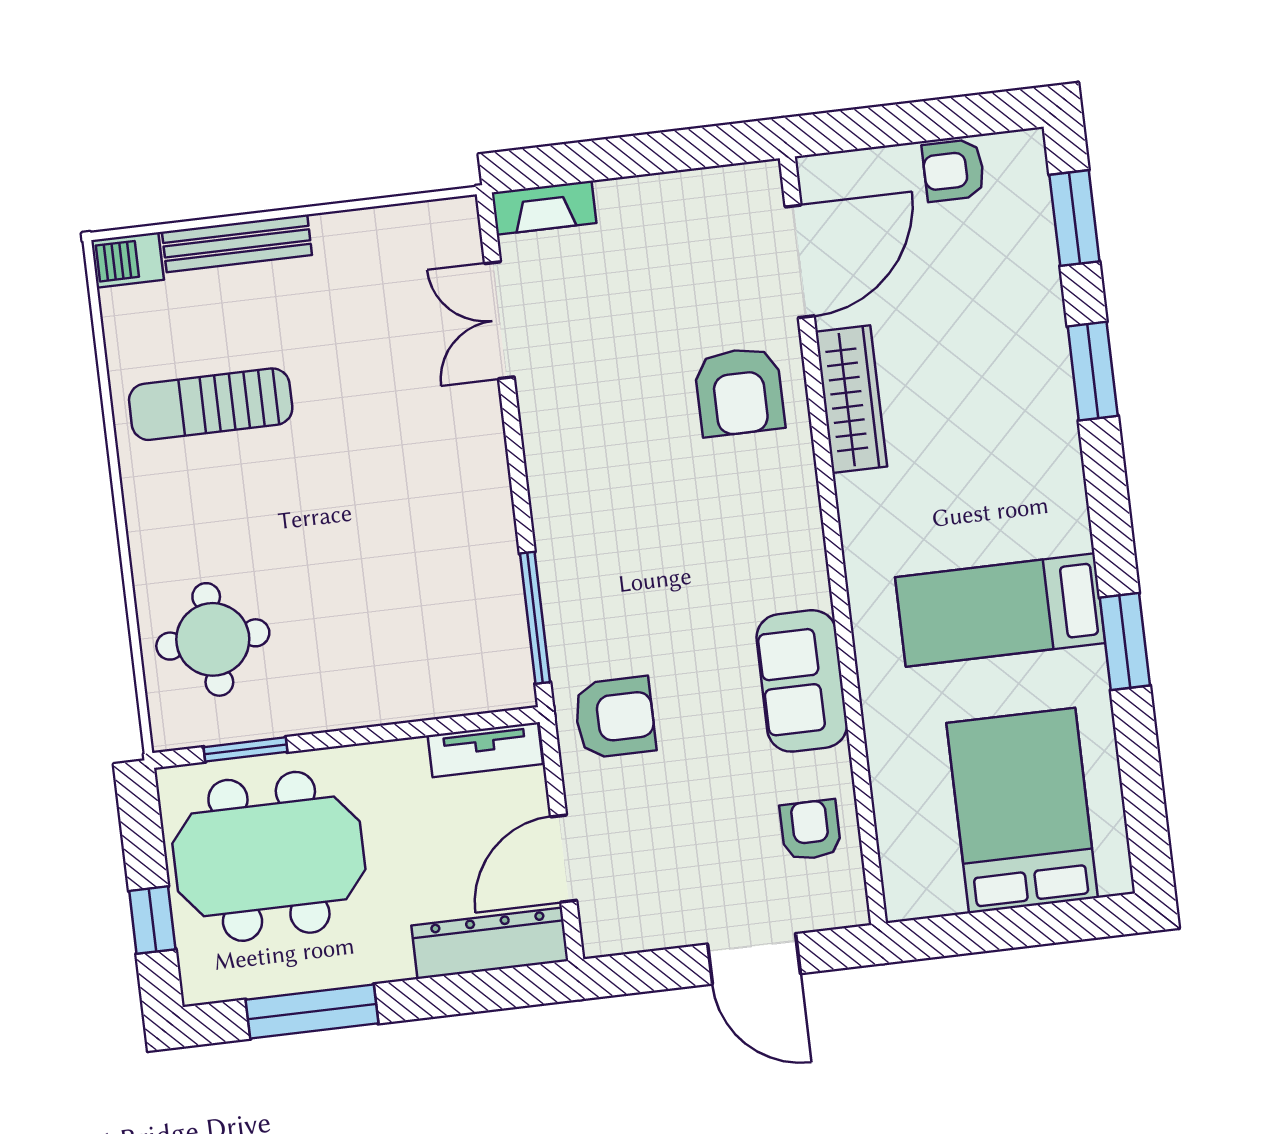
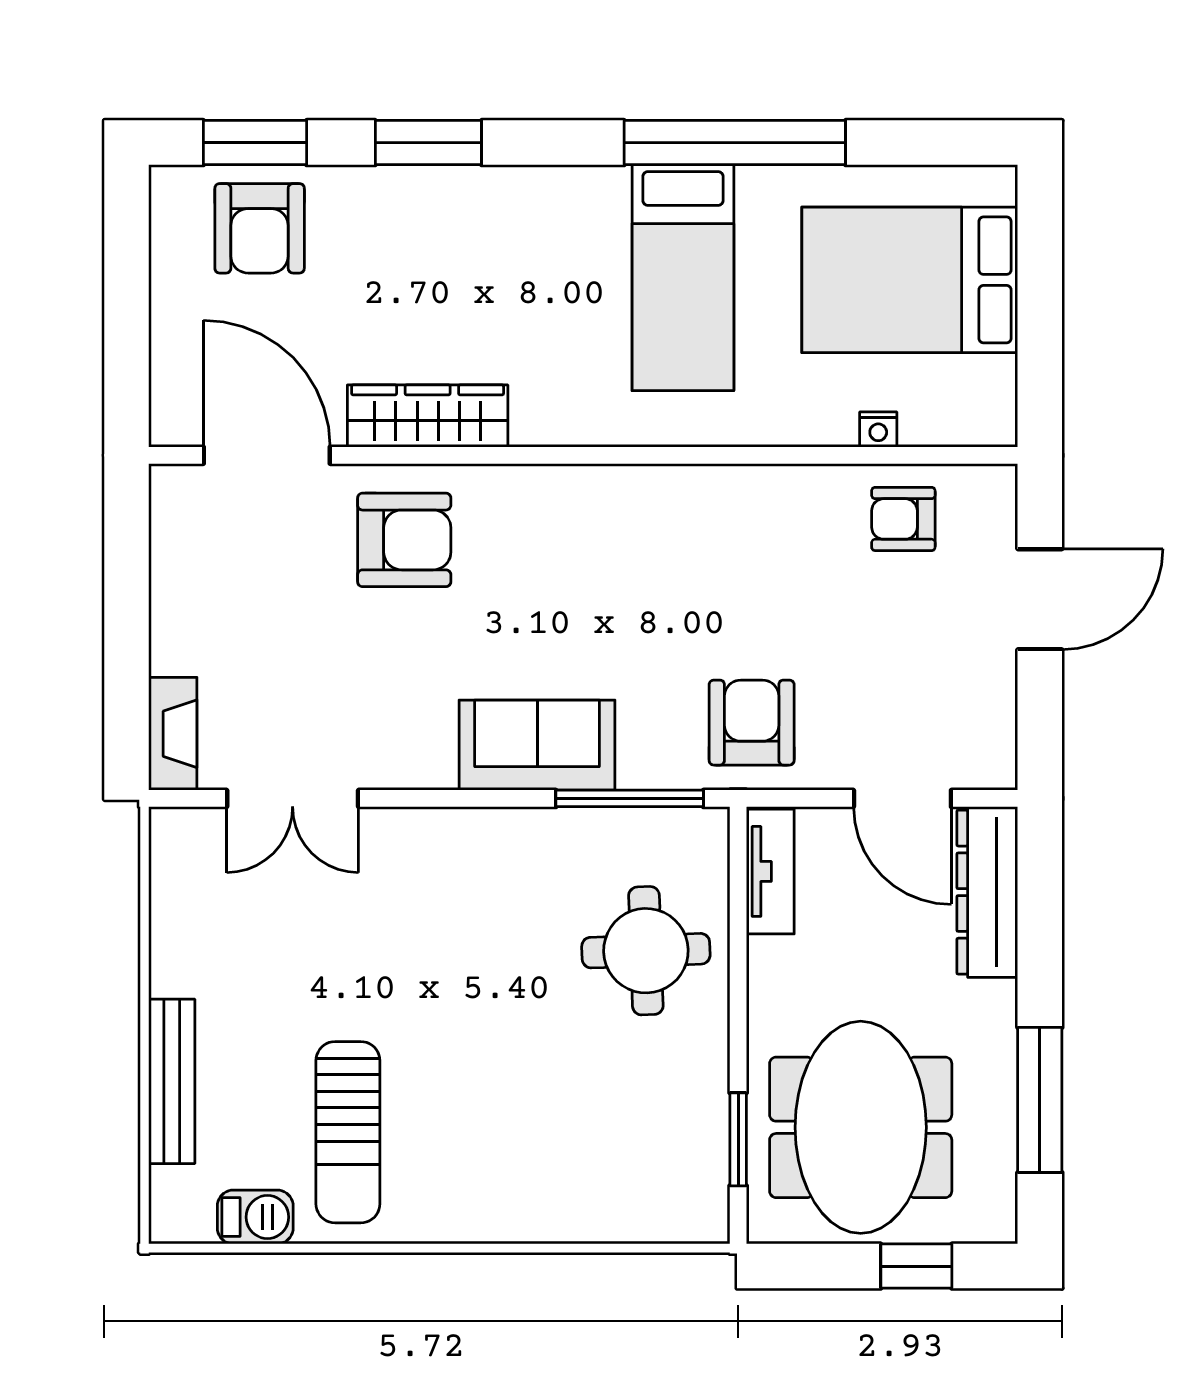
armchair: (953, 170) -> (260, 228), moved, width x1.38, depth x1.38
barbecue: (127, 260) -> (255, 1217), moved, turned -90
round table: (213, 639) -> (646, 951), moved
window: (1125, 642) -> (735, 143), width x2.11
sofa: (802, 681) -> (537, 745), moved, turned 180
nightstand: (887, 798) -> (878, 429), added

